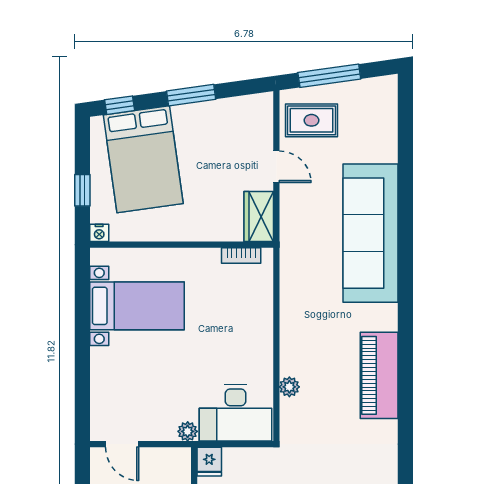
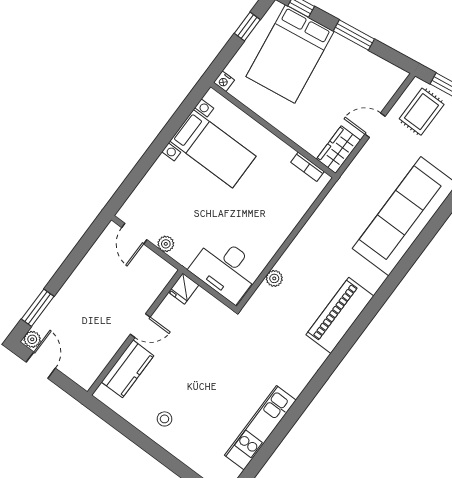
rug: (311, 120) -> (422, 112), turned 90
door: (276, 167) -> (375, 125), swing flipped
window: (82, 190) -> (247, 26), moved
plant: (188, 431) -> (166, 244), moved

